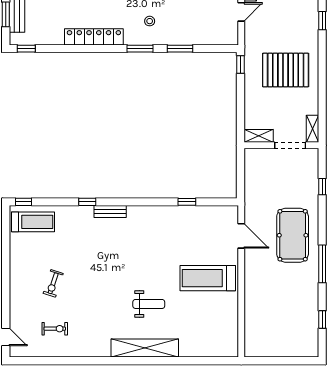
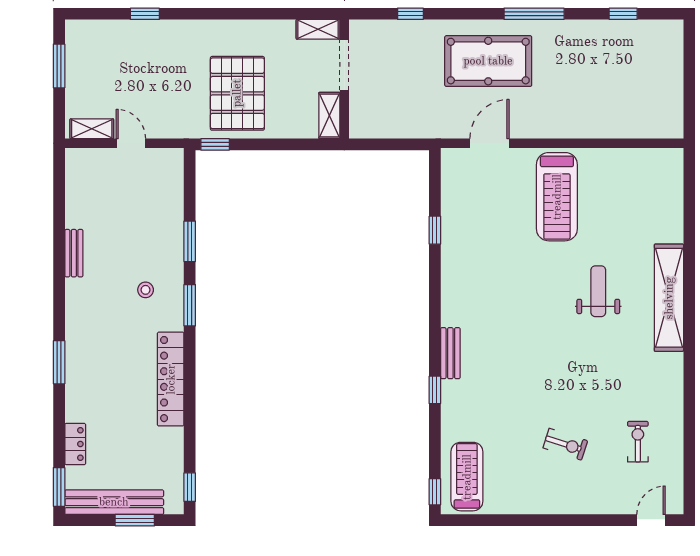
pallet: (286, 70) -> (237, 93), moved

